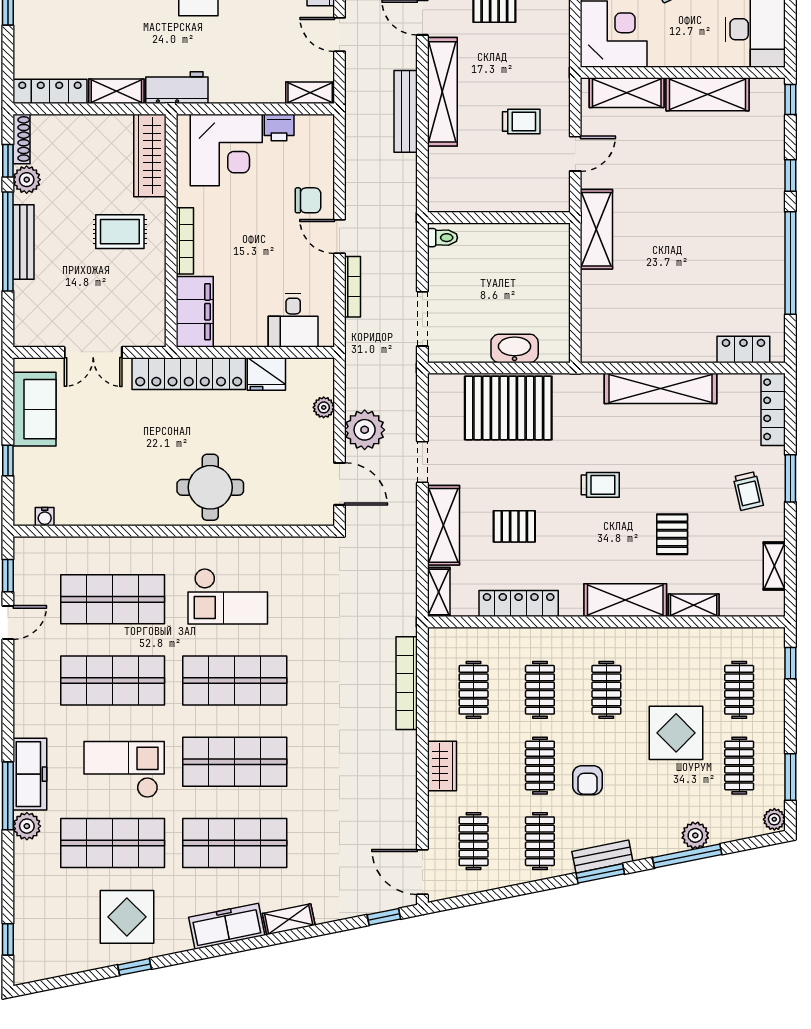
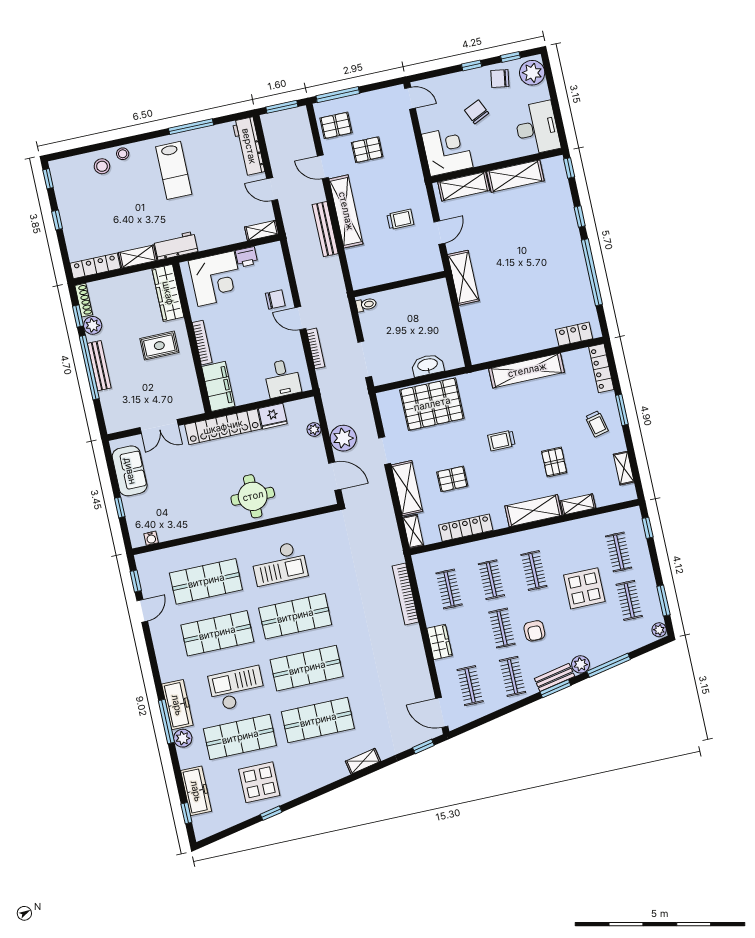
trolley: (600, 485) -> (501, 440), turned 180
plant: (695, 835) -> (581, 664), moved
freezer: (227, 926) -> (196, 791), moved, turned 101

